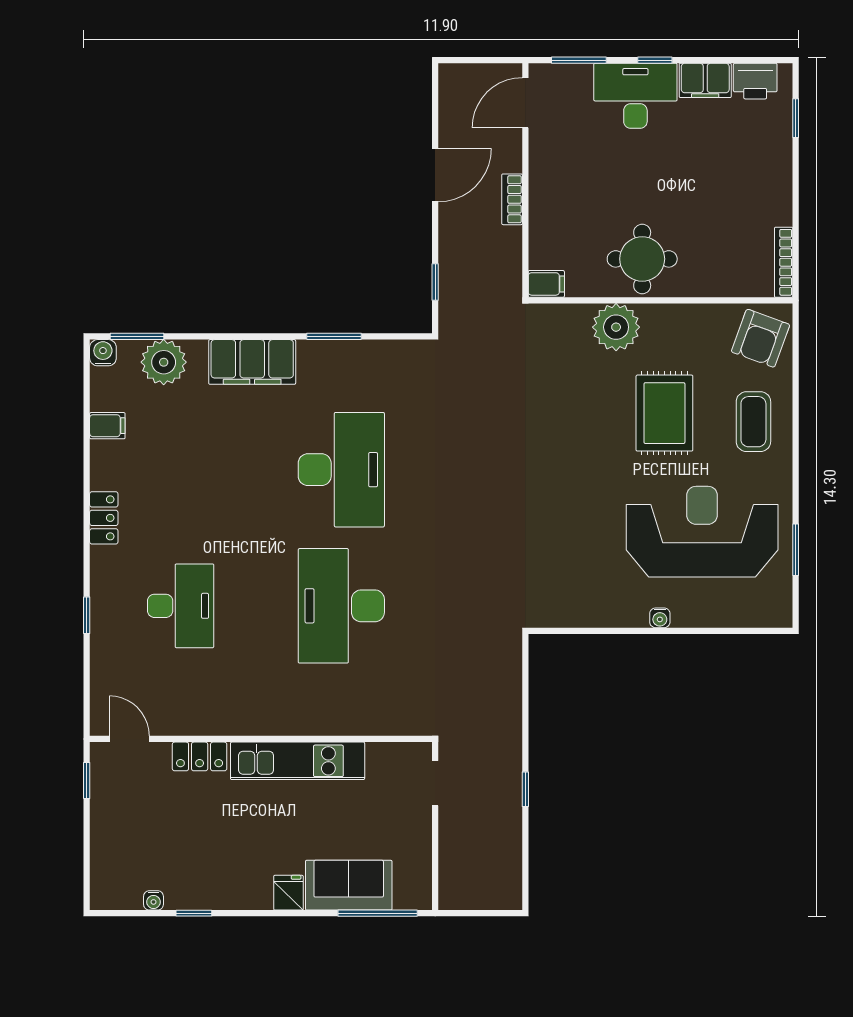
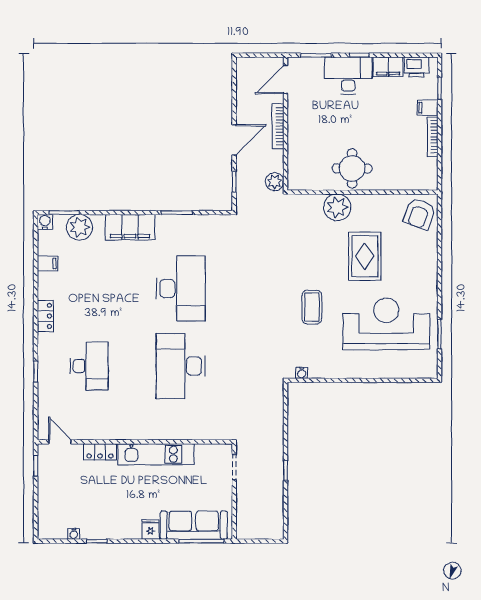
door: (435, 175) -> (234, 140), moved
bookcase: (512, 199) -> (278, 126), width x1.56
bookcase: (784, 262) -> (433, 137), moved
plant: (506, 282) -> (275, 182), added
filing cabinet: (546, 284) -> (428, 108), moved, turned 180
coffee table: (753, 422) -> (312, 307), moved
water cooler: (660, 618) -> (302, 373), moved
sofa: (349, 885) -> (194, 525), width x1.36

